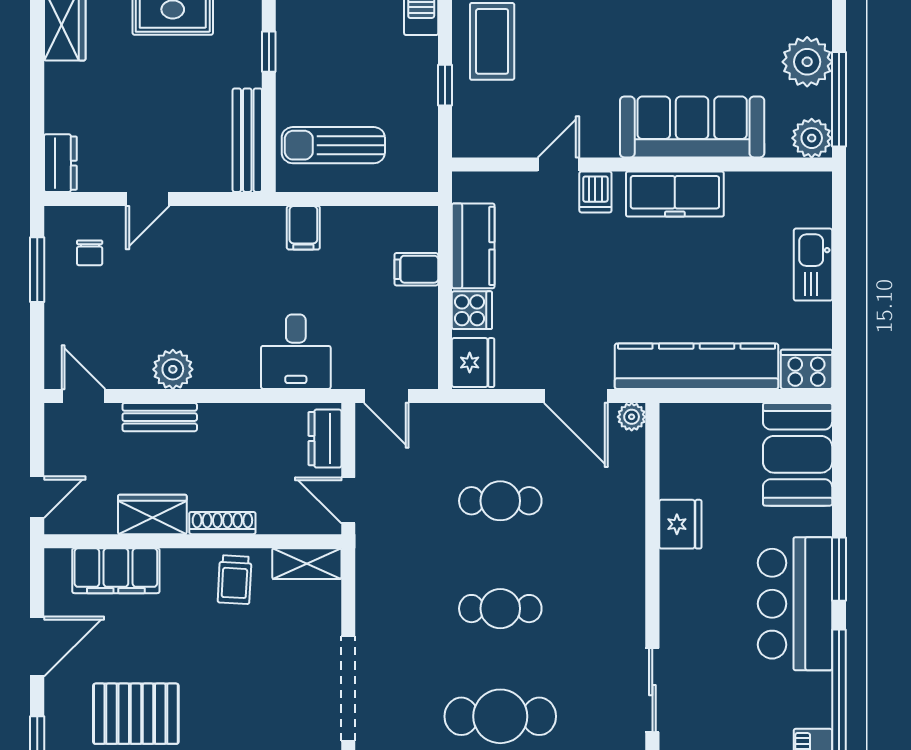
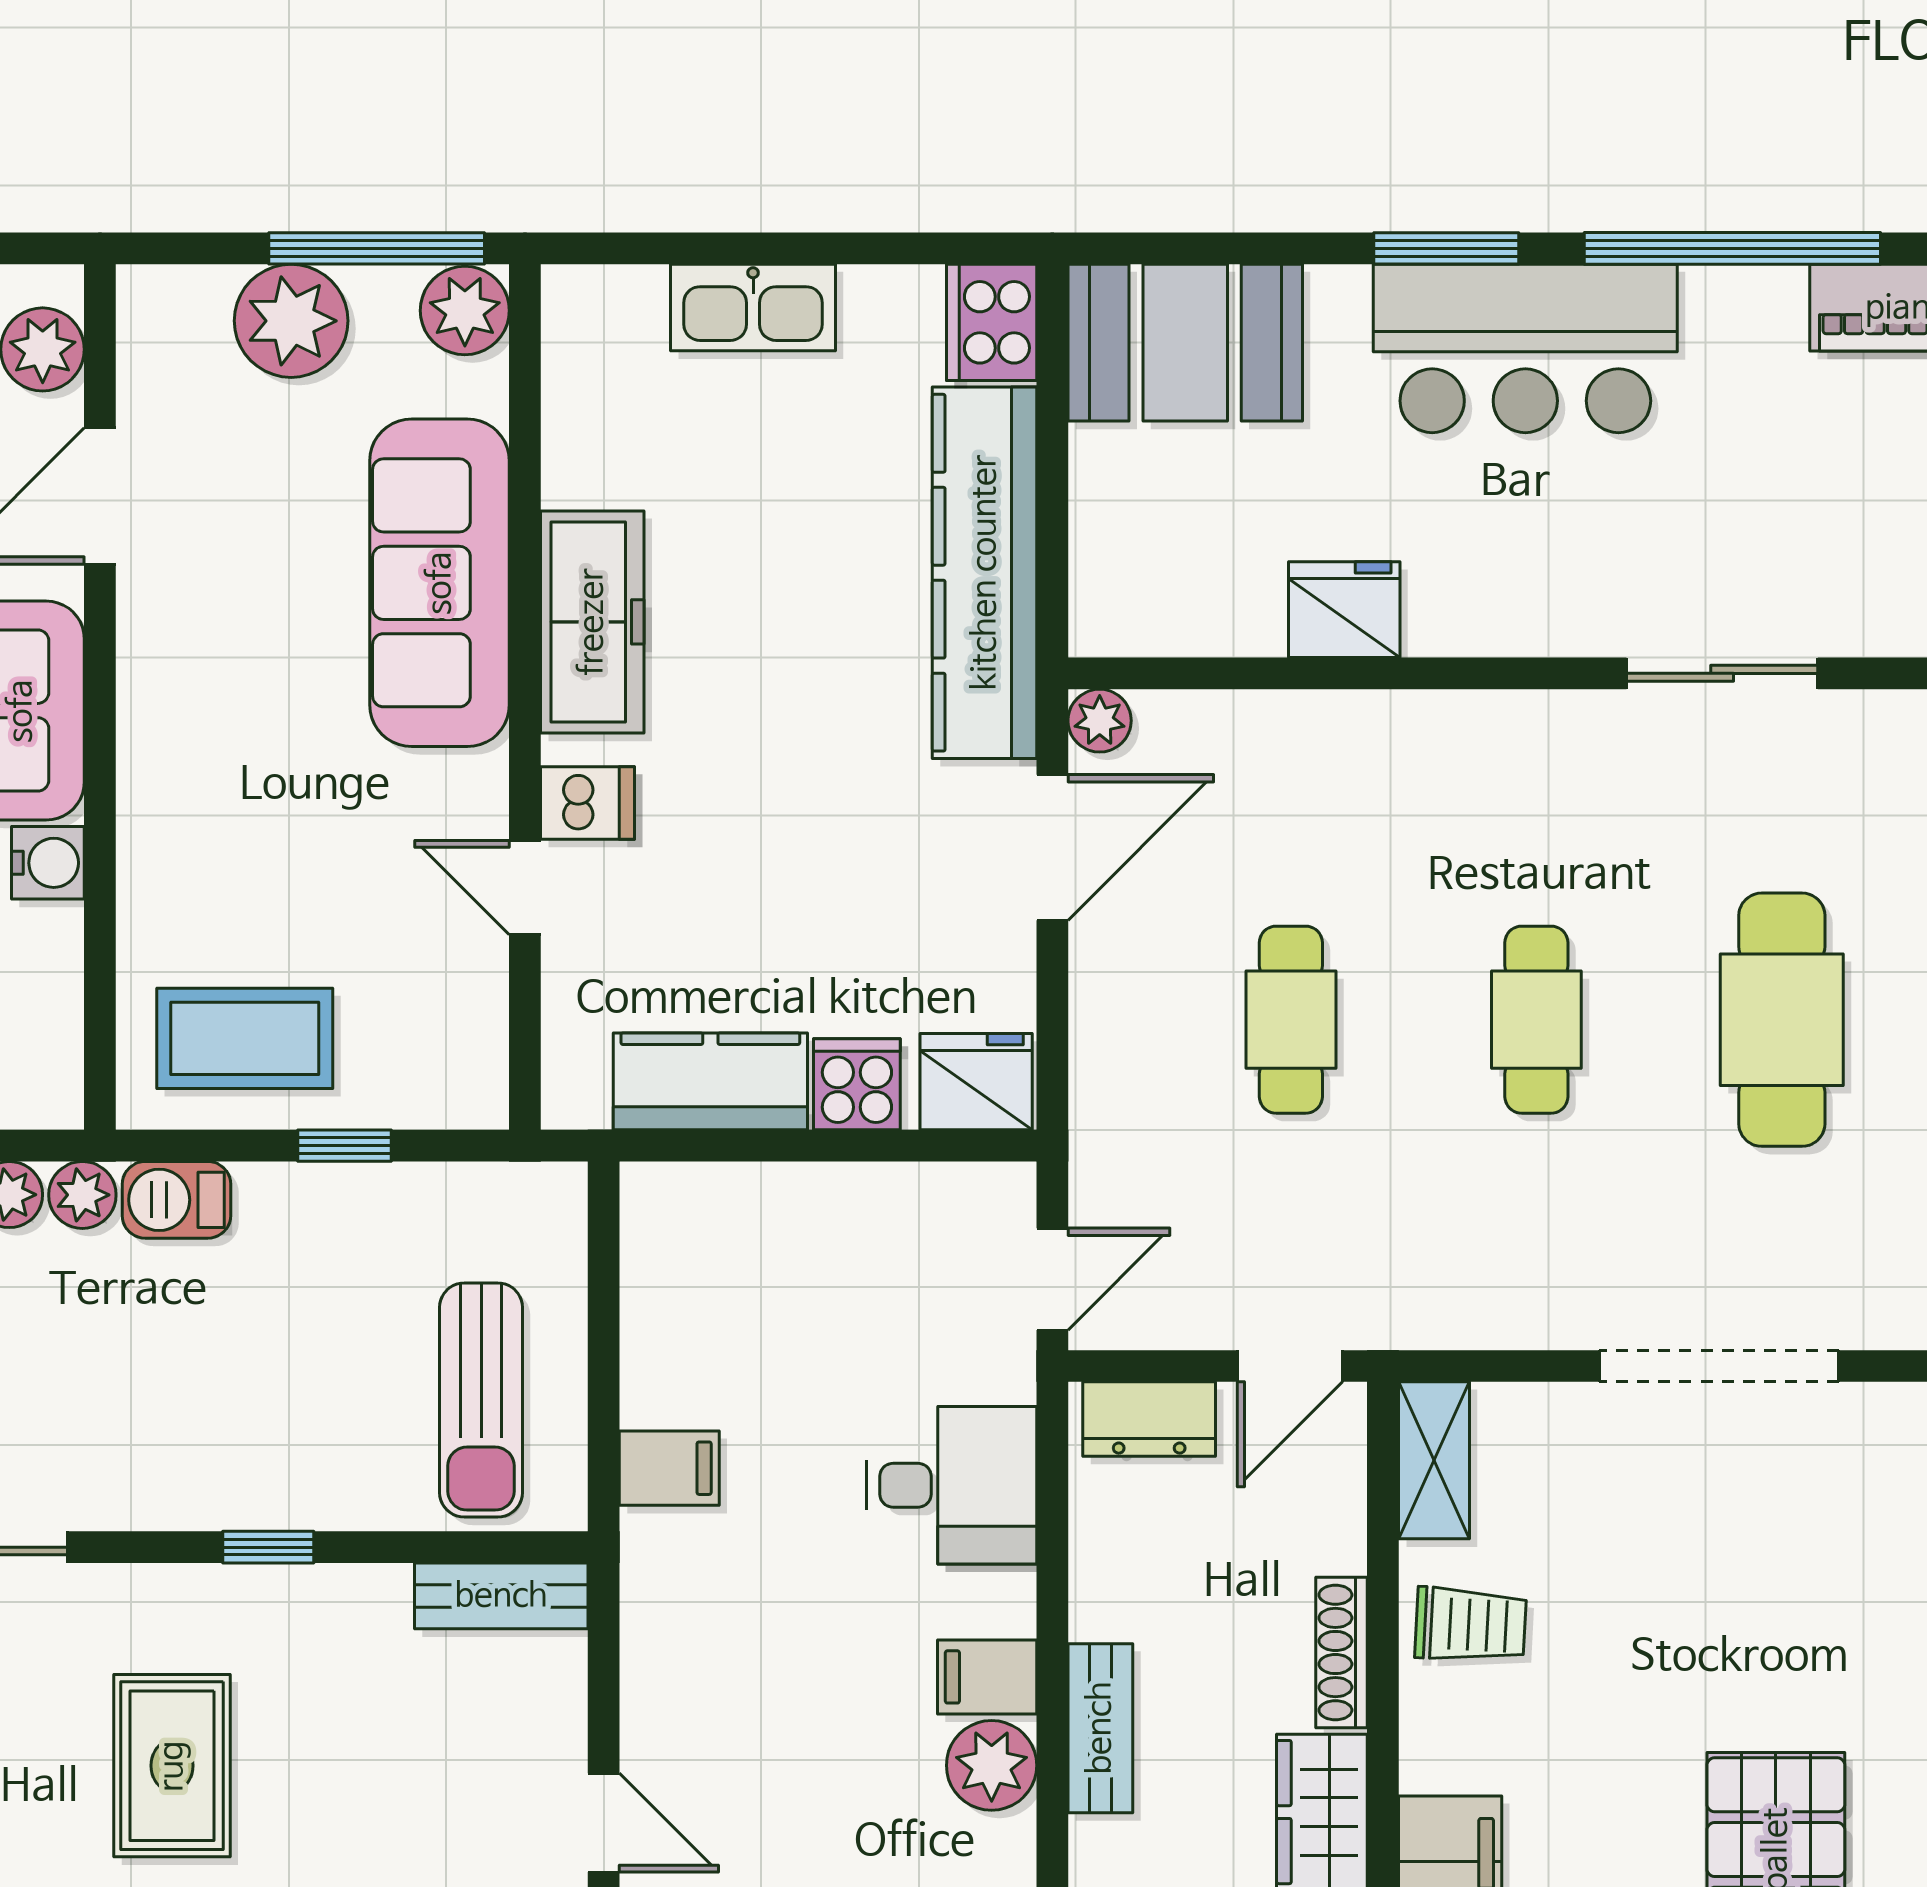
bench: (247, 140) -> (501, 1596), width x0.73
filing cabinet: (416, 269) -> (987, 1677), moved, turned 90
bench: (160, 417) -> (1100, 1728), moved

